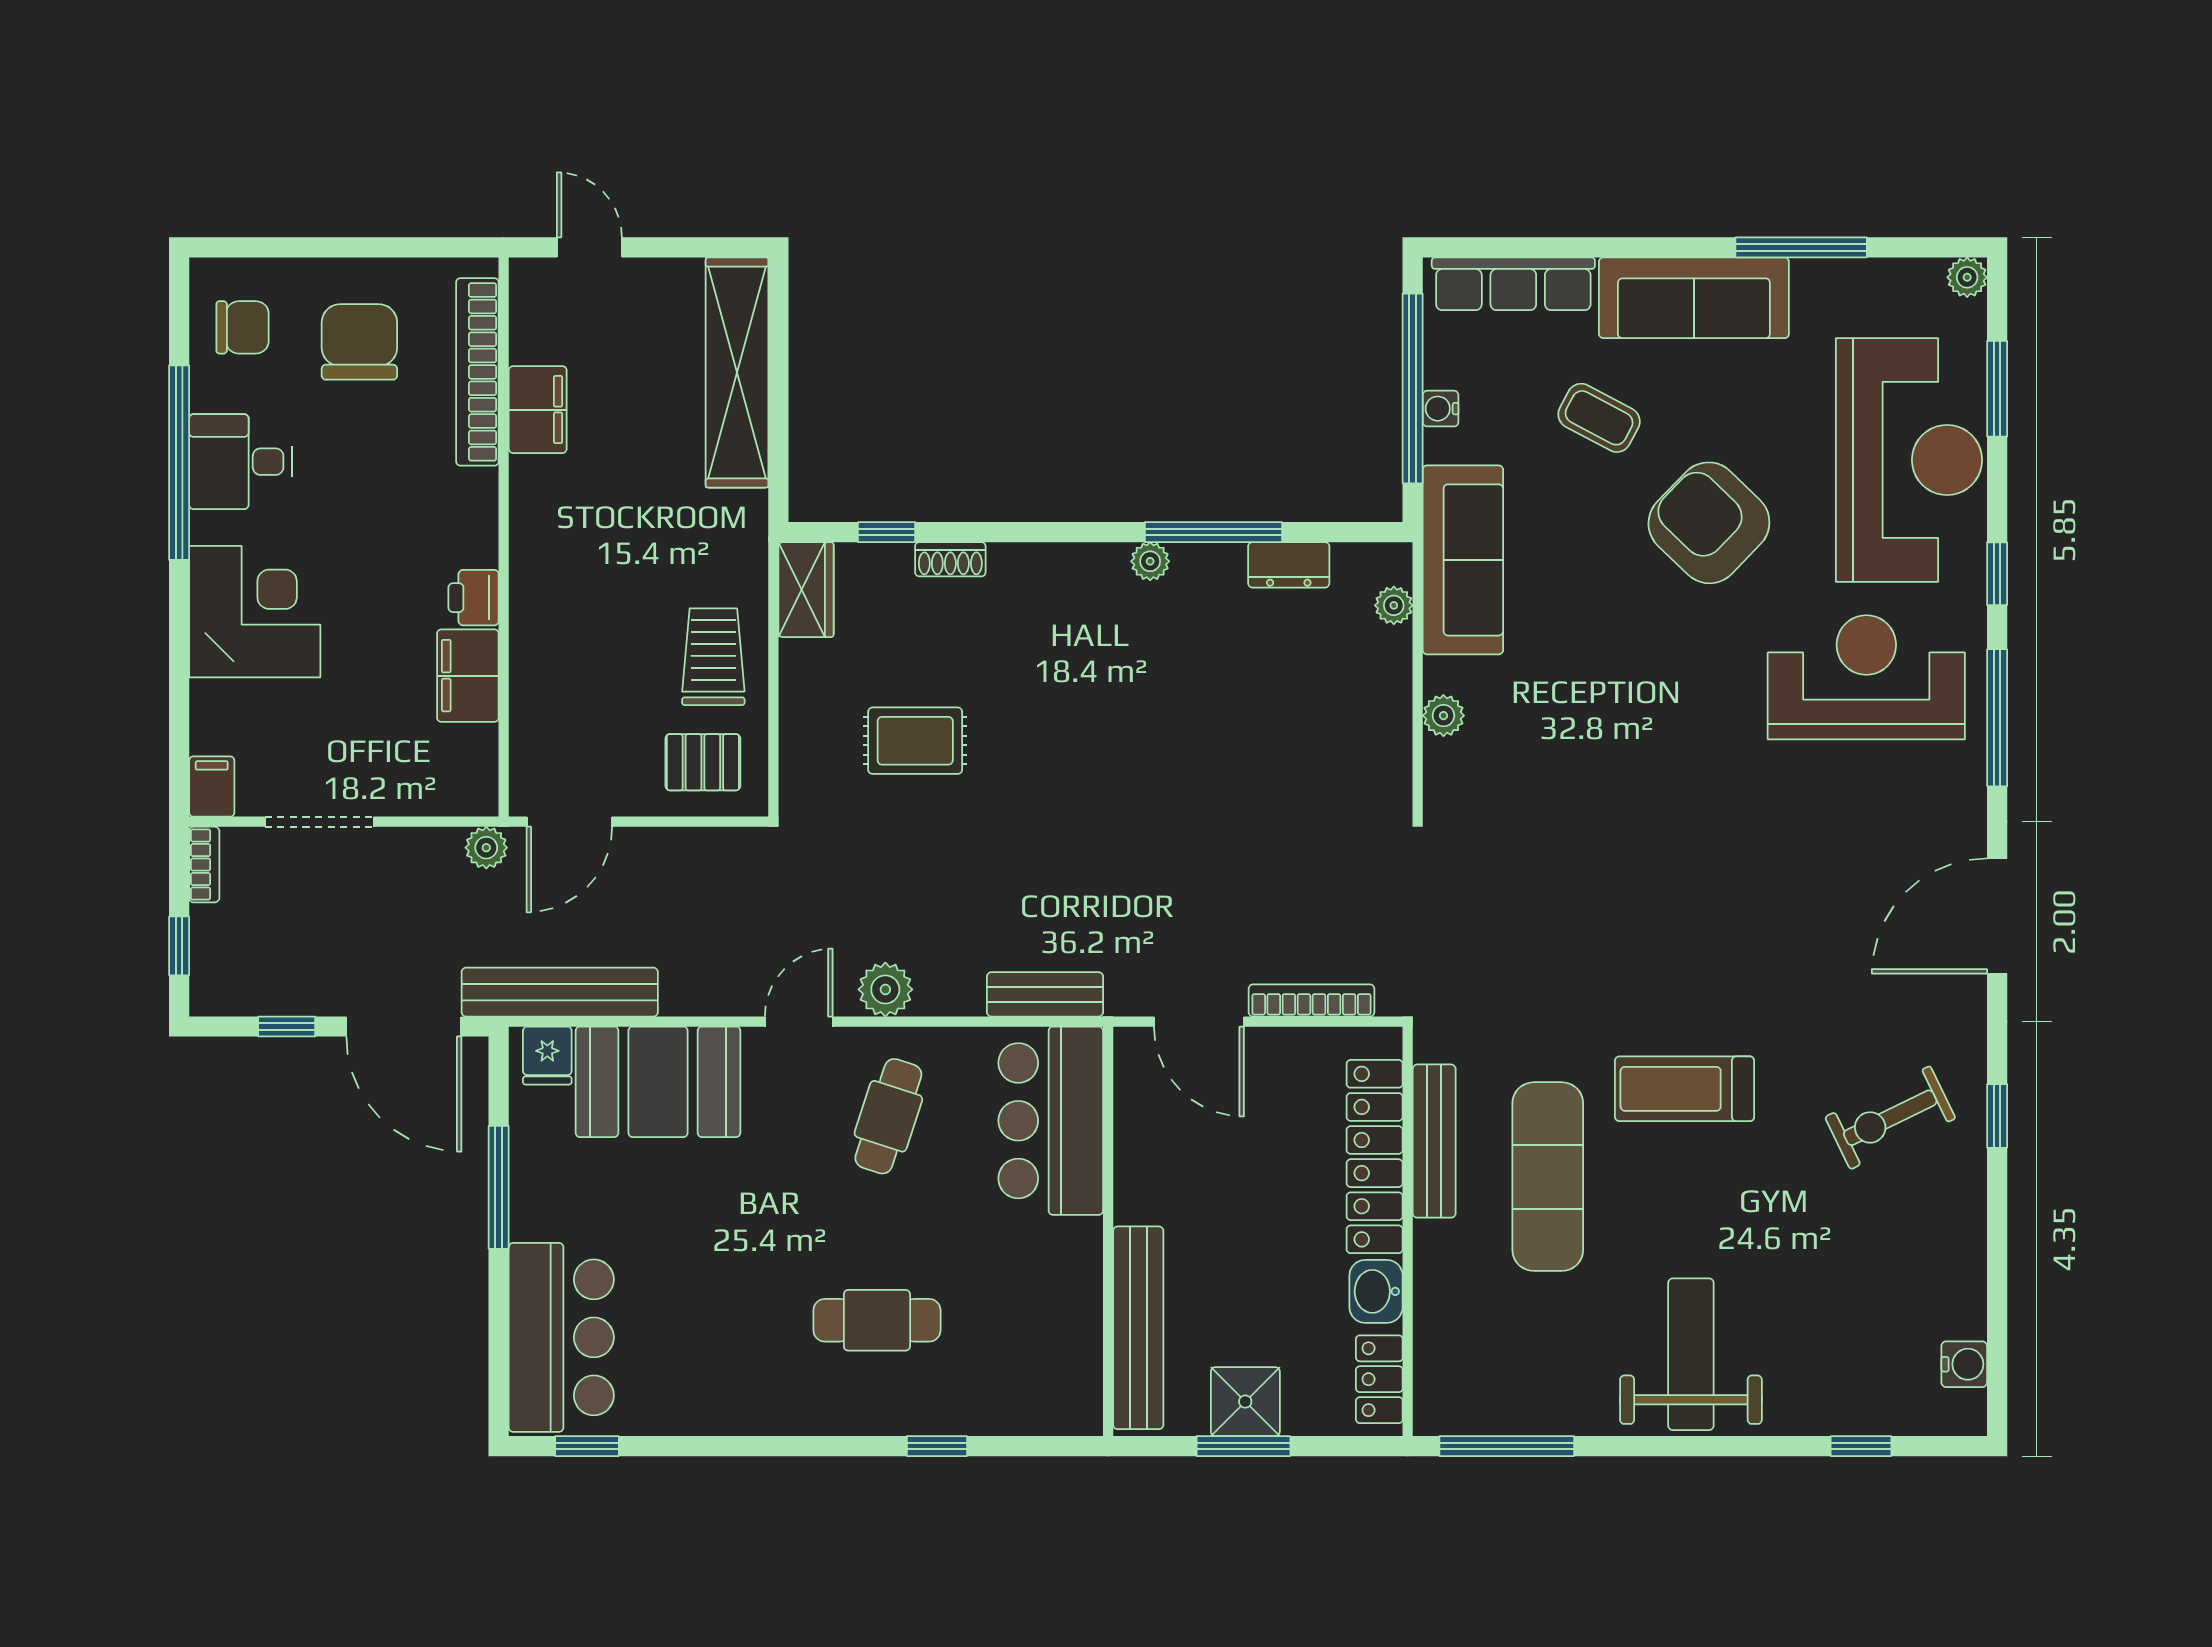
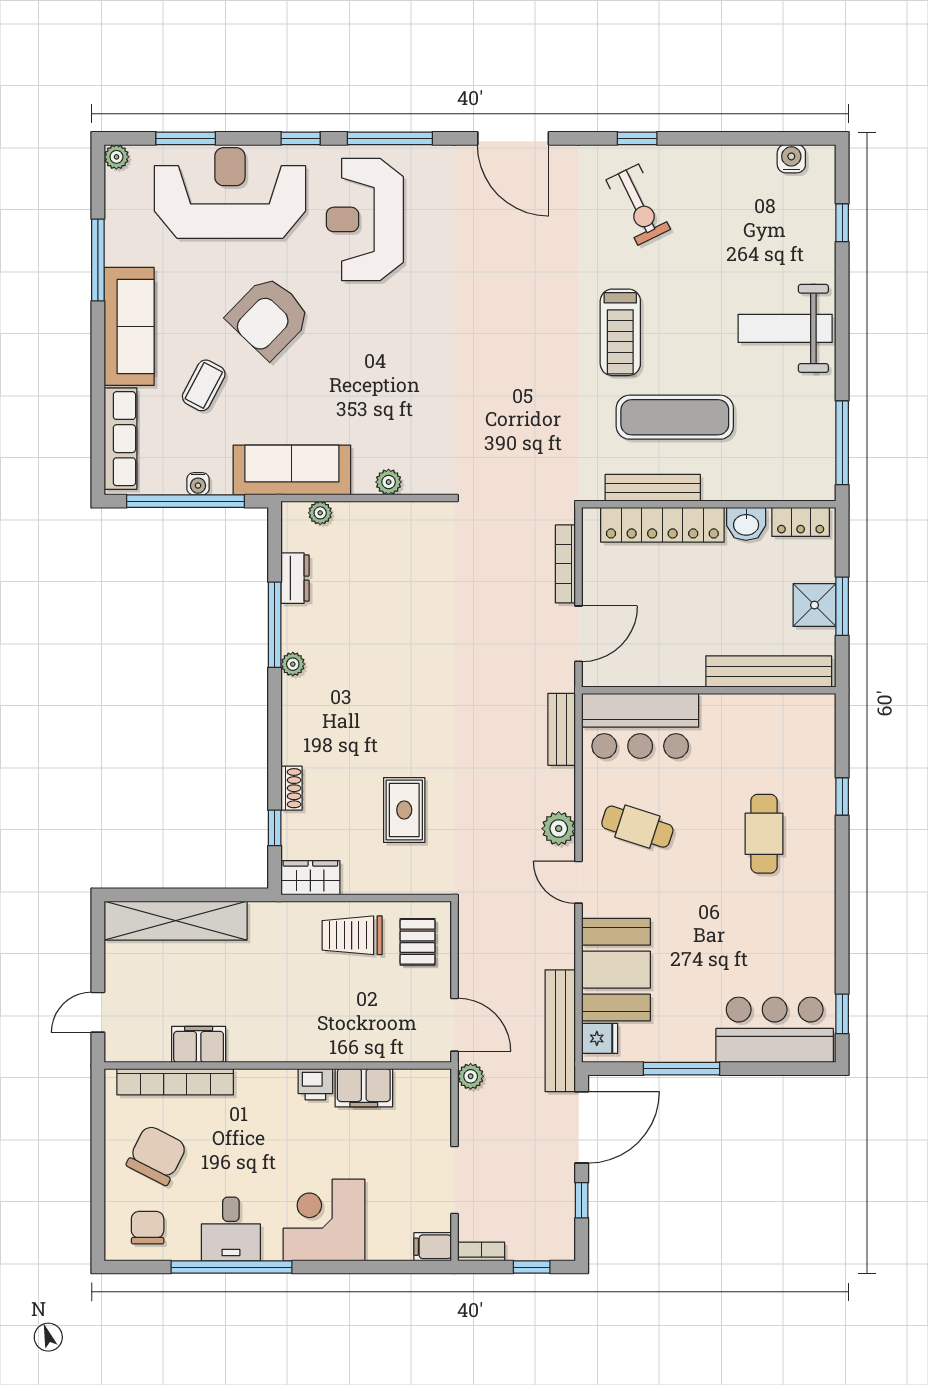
chair: (359, 342) -> (157, 1155), turned 117

